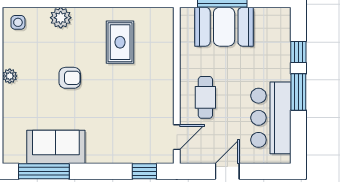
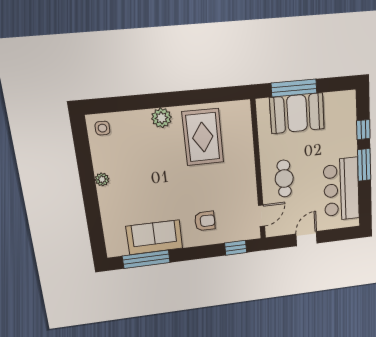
plant: (61, 18) -> (162, 118), moved
rug: (120, 42) -> (203, 137), width x1.36, depth x1.43
armchair: (70, 78) -> (205, 221), moved

